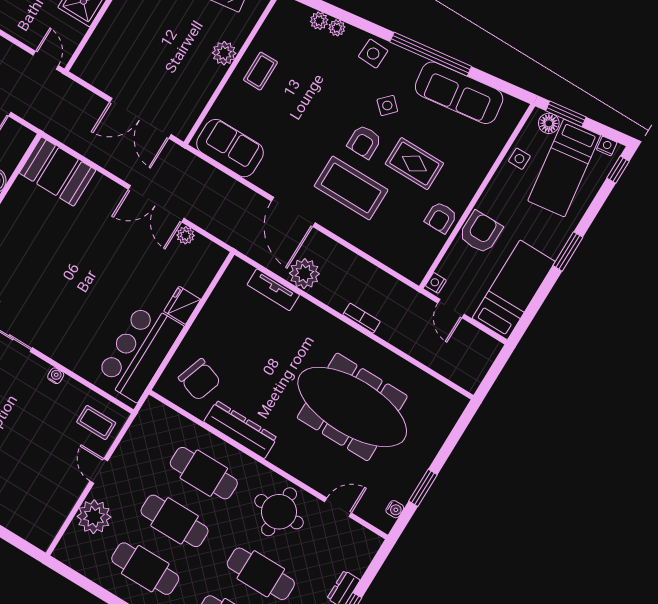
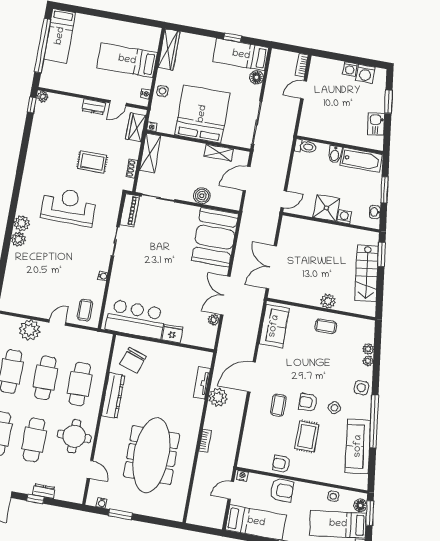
booth: (58, 172) -> (215, 237), width x1.36, depth x1.42
coffee table: (351, 188) -> (278, 405), width x0.54, depth x0.58

